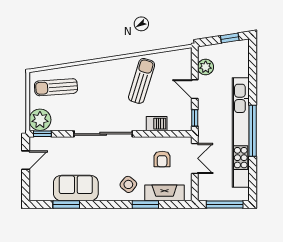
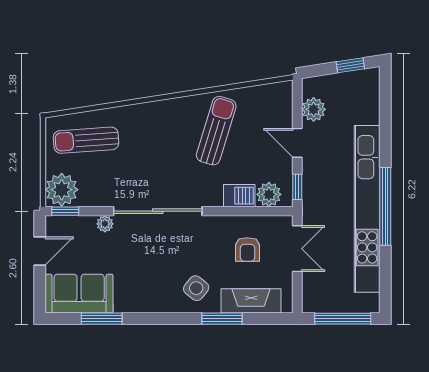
plant: (176, 123) -> (269, 194), added
plant: (68, 142) -> (105, 224), added
sofa: (76, 188) -> (79, 294), moved

